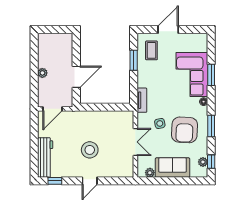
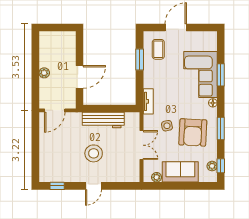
workbench: (45, 157) -> (103, 120), moved, turned 90

